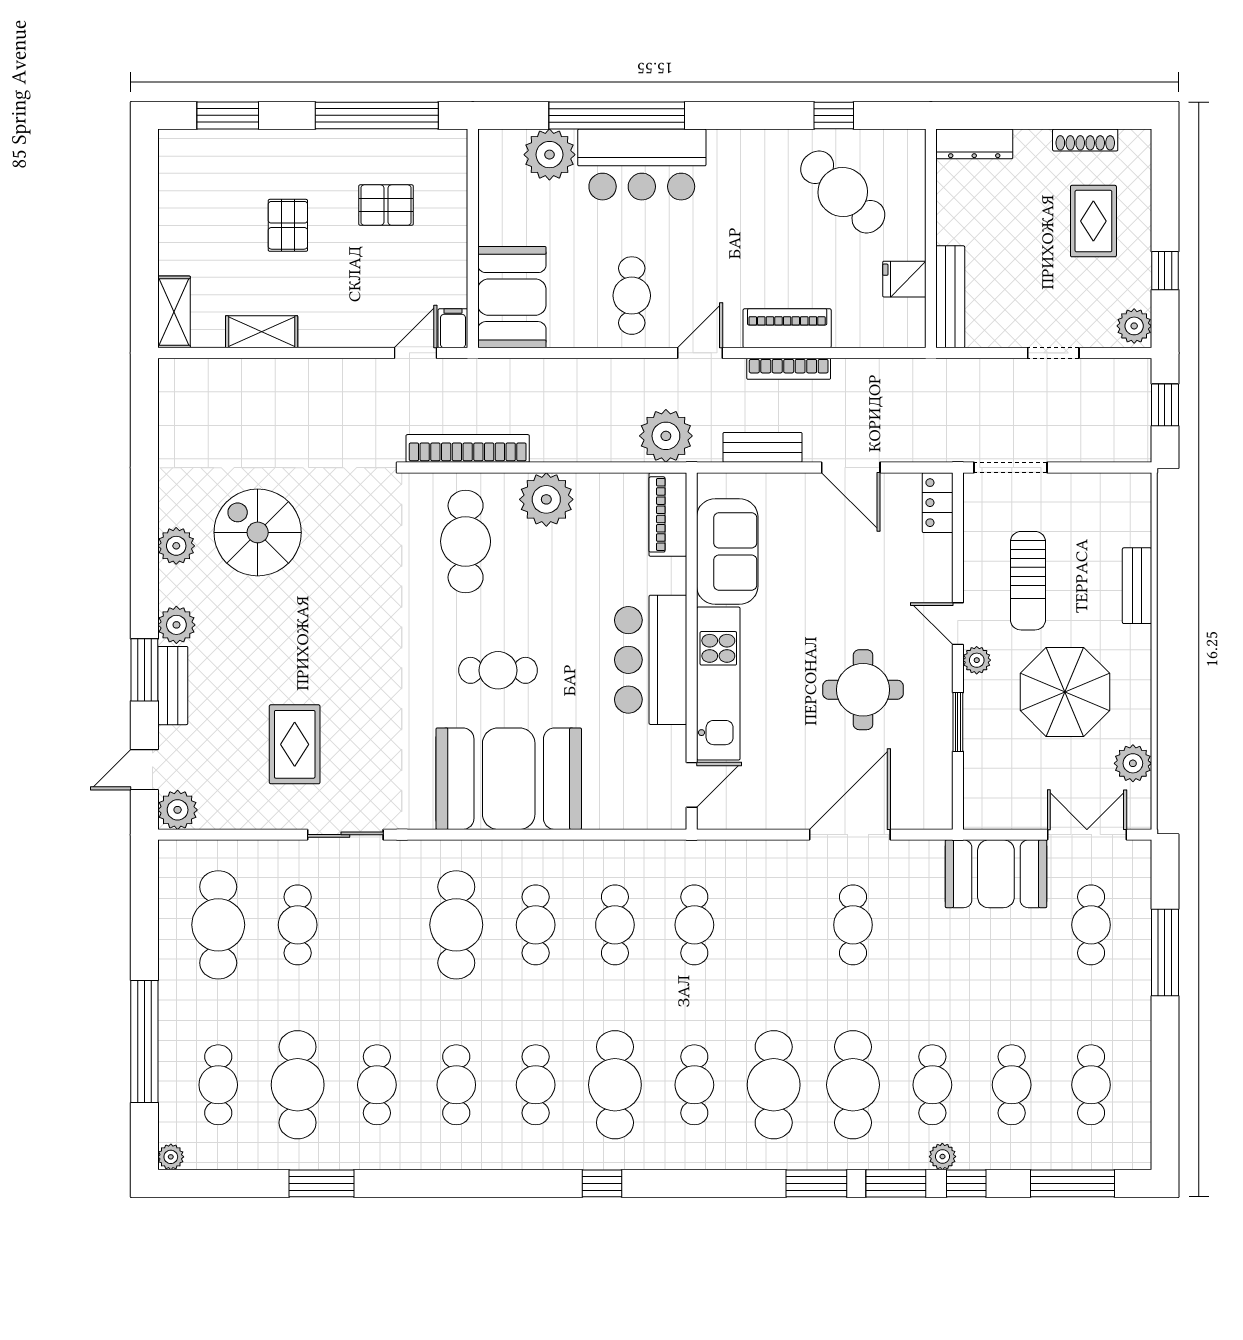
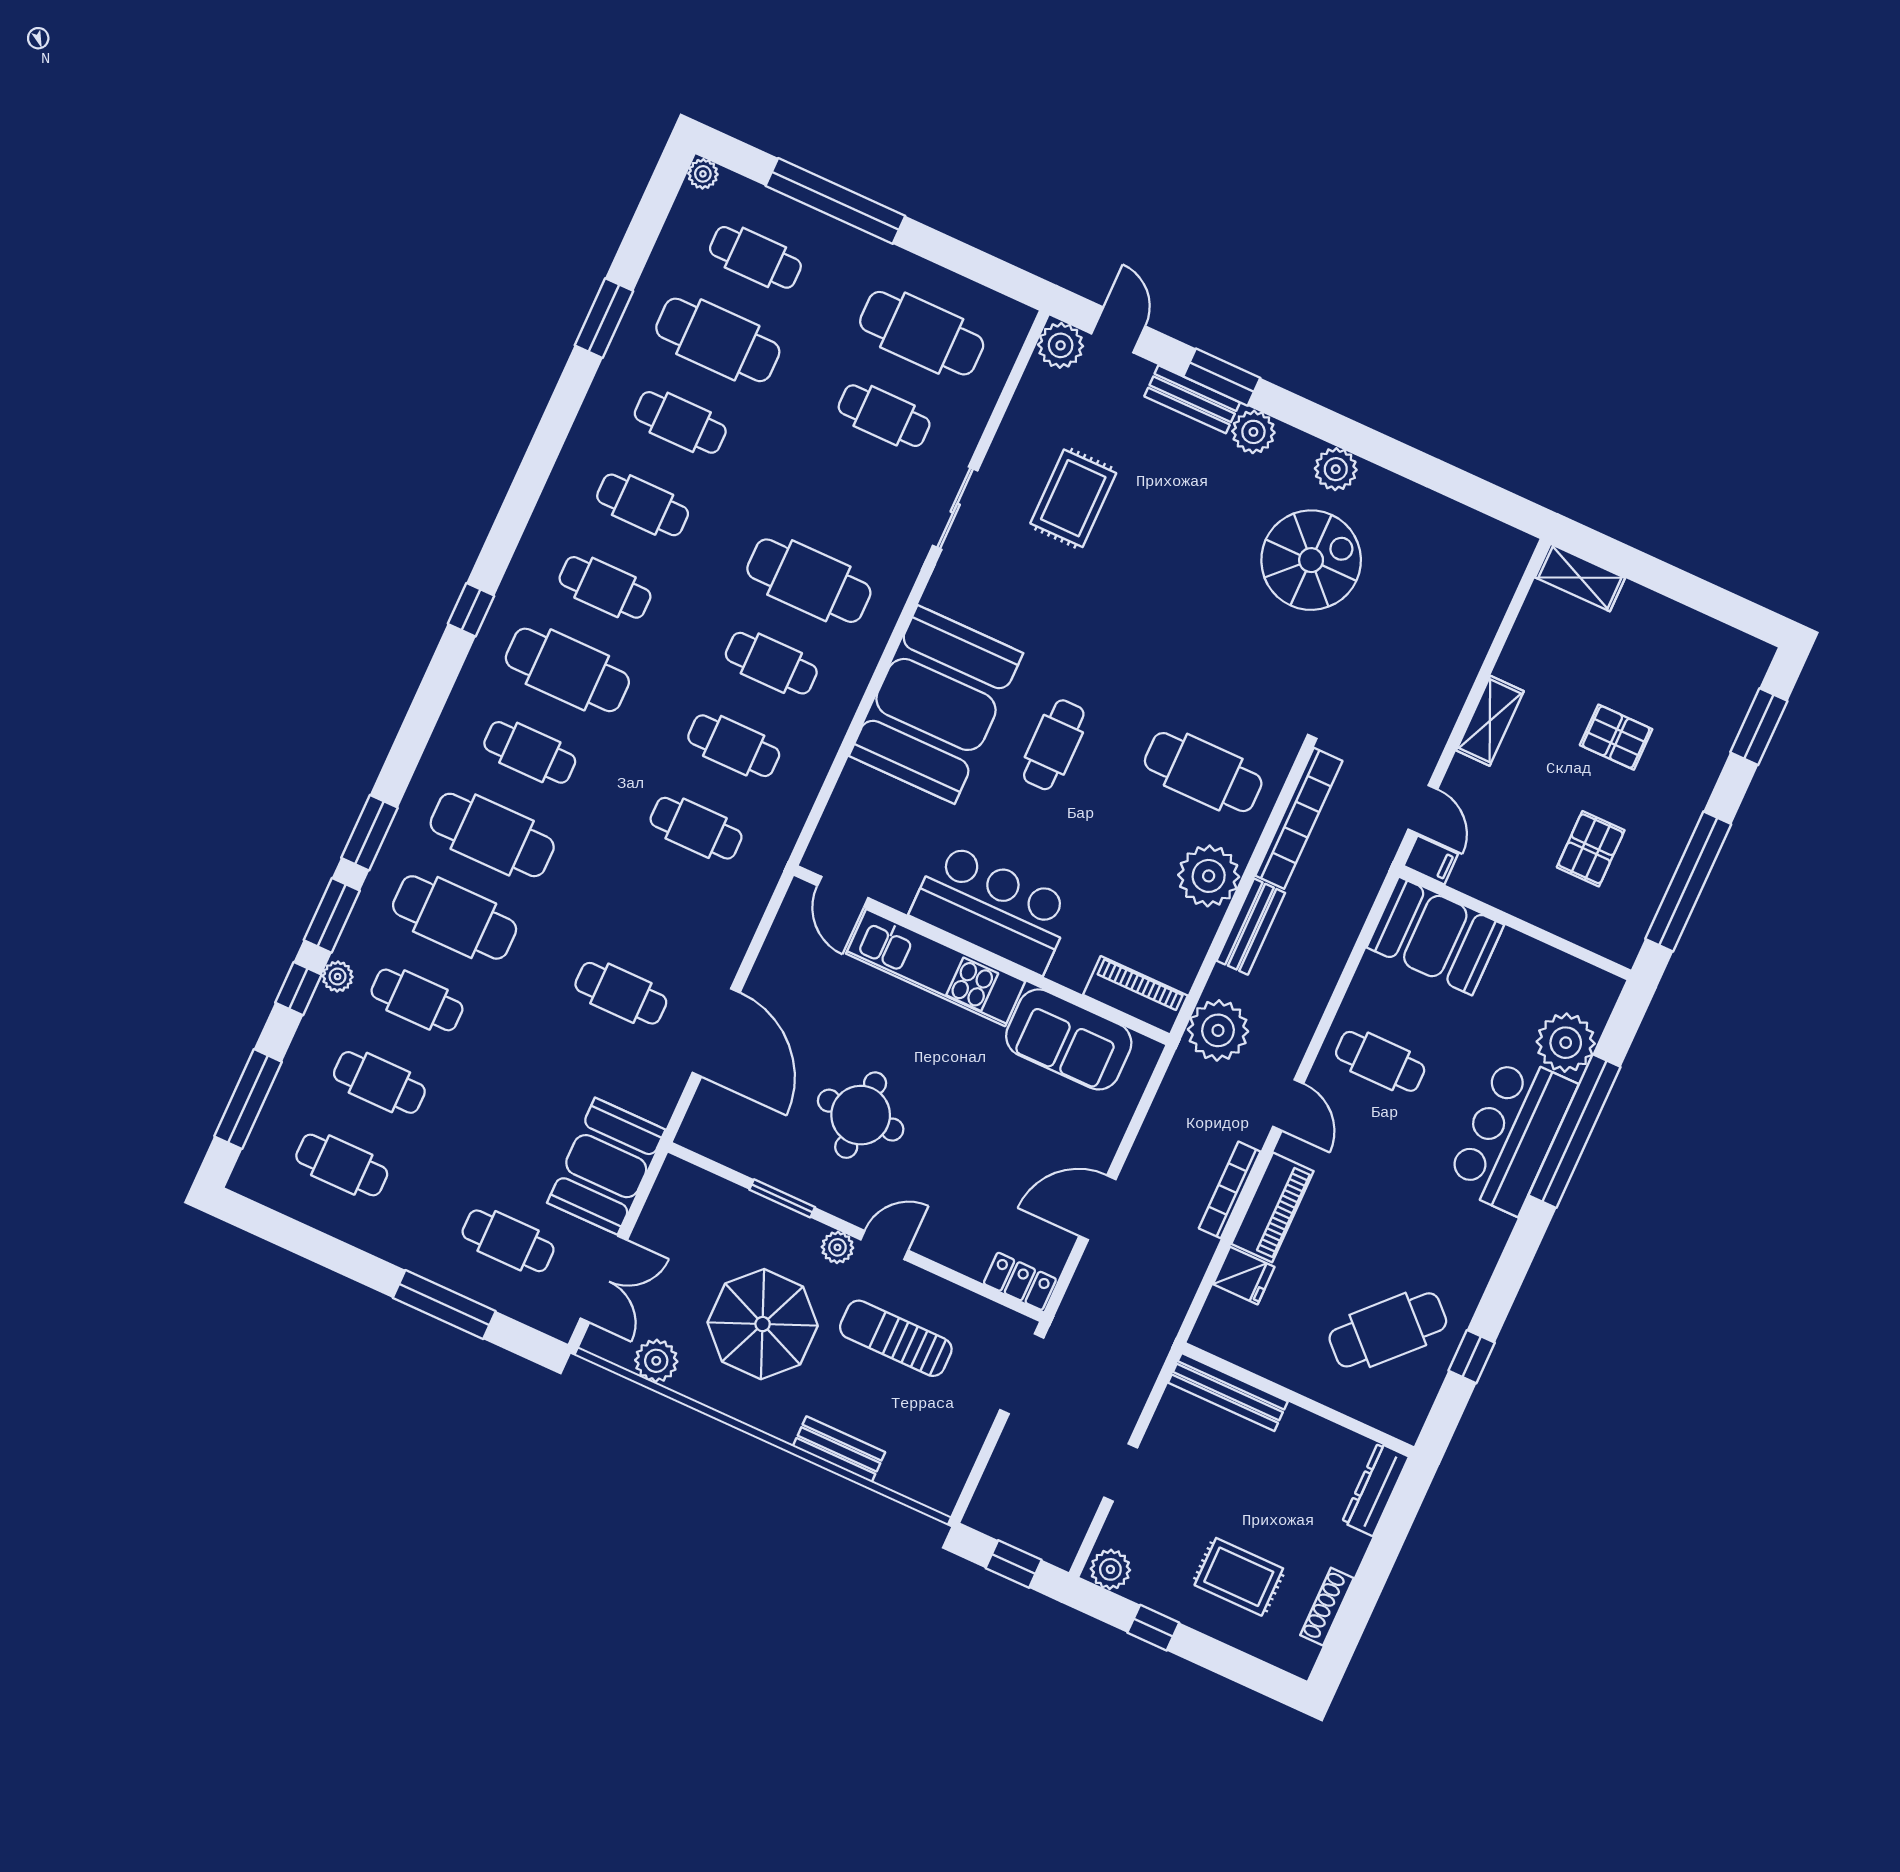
fridge: (904, 279) -> (1244, 1276), moved, turned 90
shelving: (262, 332) -> (1490, 721), moved
bench: (763, 447) -> (1251, 927), moved
rug: (295, 744) -> (1073, 498), turned 90

